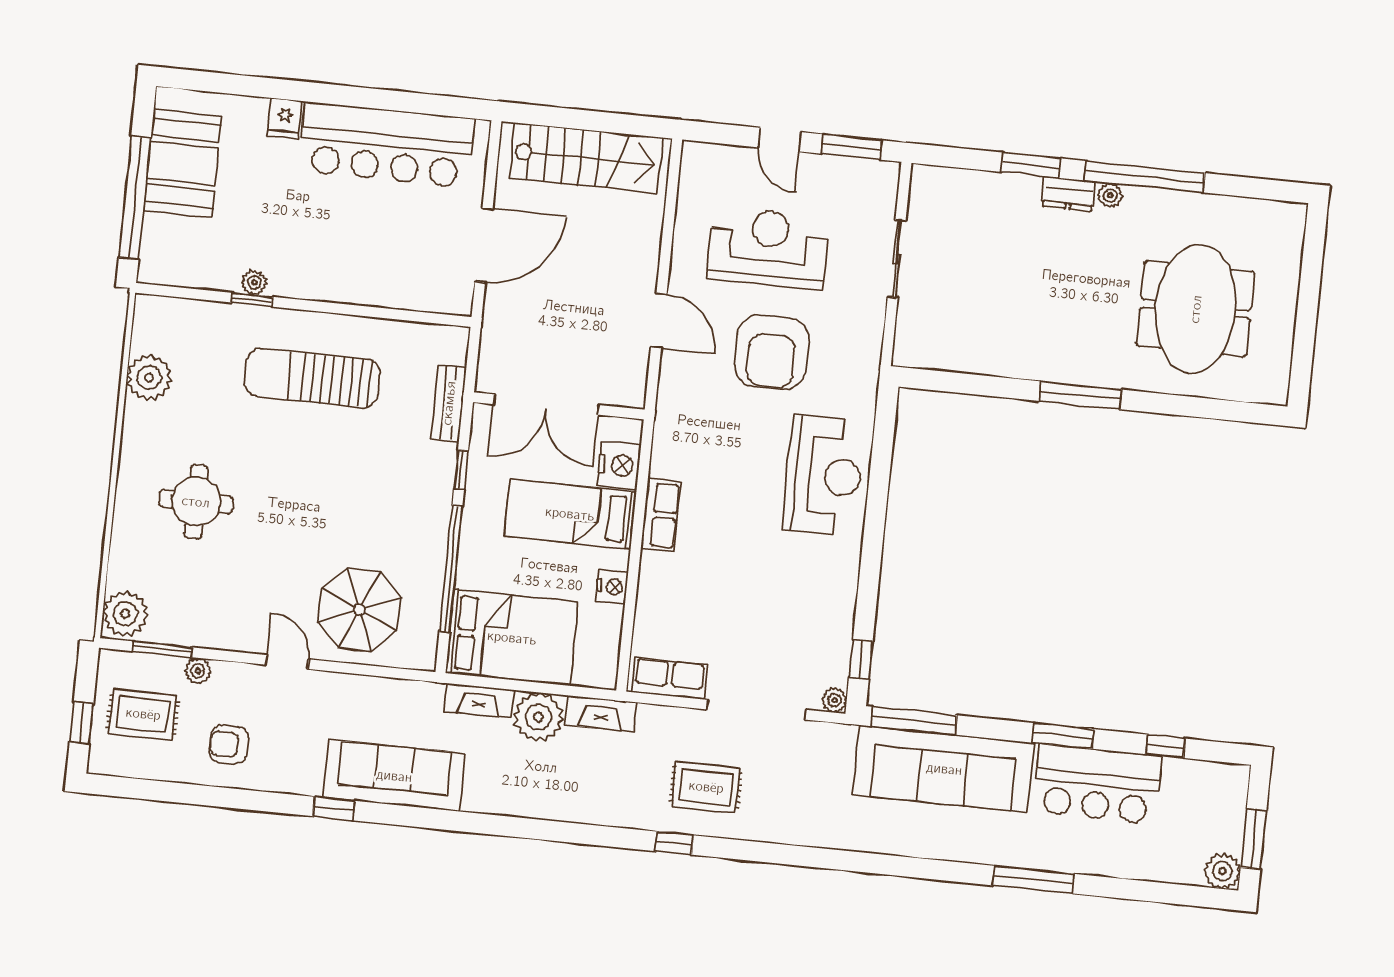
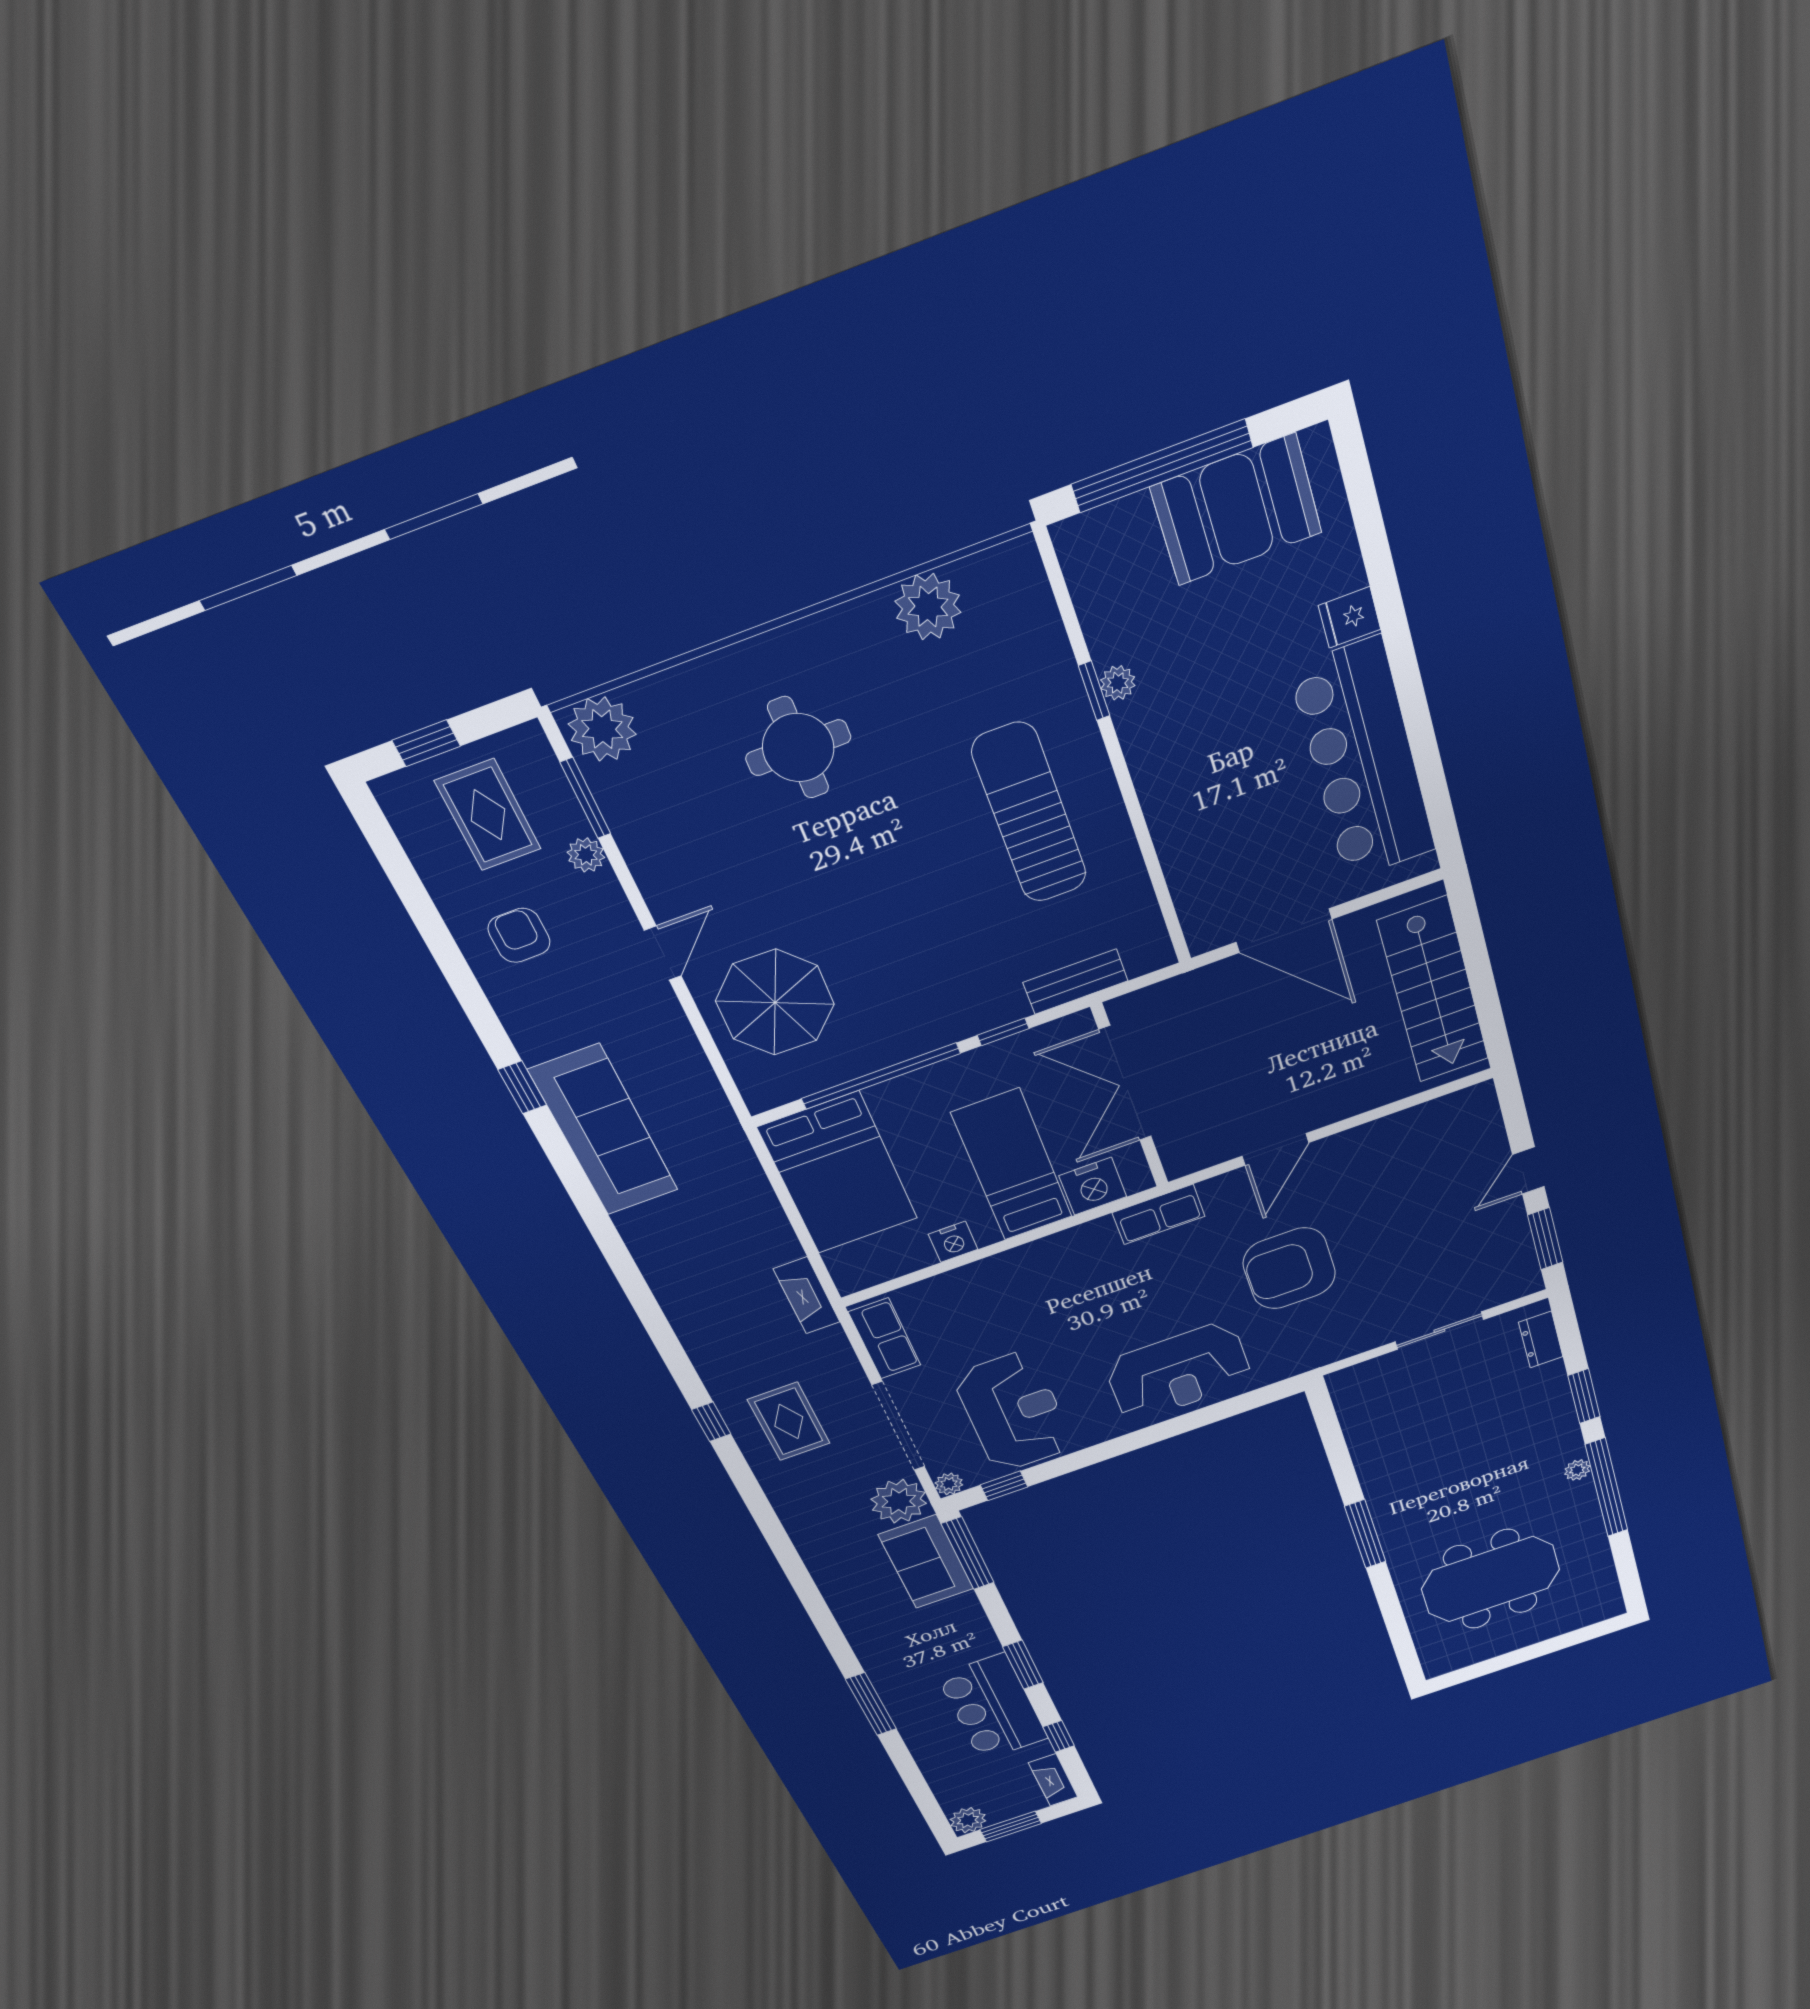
dresser: (1069, 194) -> (1541, 1340), moved
reception desk: (769, 248) -> (1014, 1412), moved
row of seats: (661, 515) -> (1159, 1214), moved
fireplace: (479, 701) -> (1053, 1780), moved
plant: (538, 717) -> (899, 1501), moved
sofa: (944, 769) -> (926, 1562), width x0.54, depth x0.79

